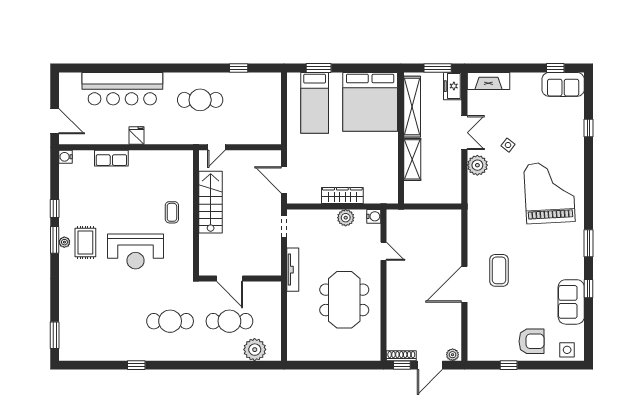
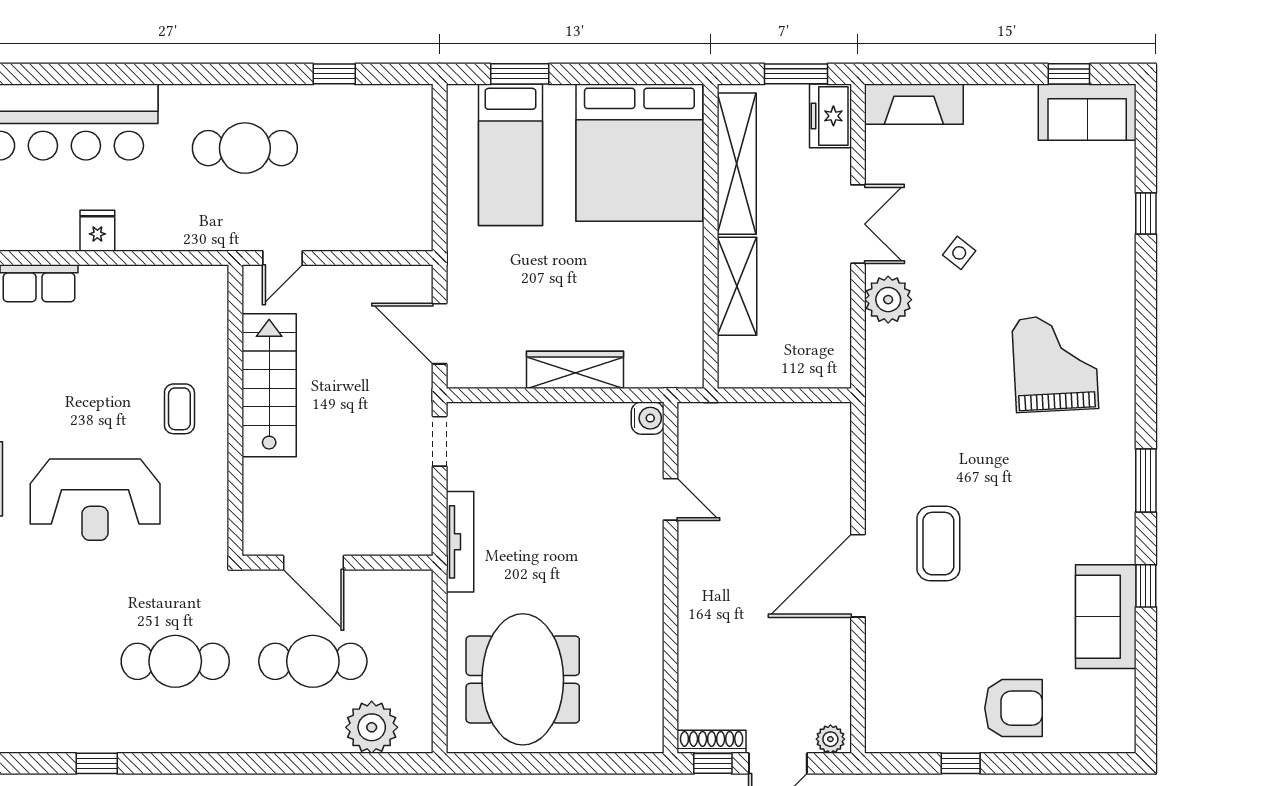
grand piano: (549, 193) -> (1055, 363), width x0.73, depth x0.68
plant: (346, 218) -> (583, 421), removed
meeting table: (344, 300) -> (523, 679), moved
side table: (567, 350) -> (1096, 728), removed

